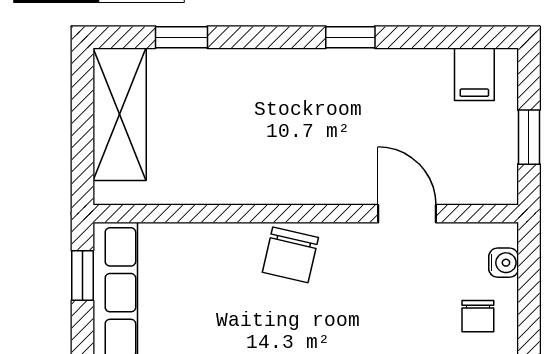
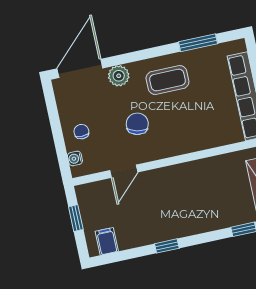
door: (407, 214) -> (124, 171), hinge flipped
chair: (290, 255) -> (137, 124), moved

